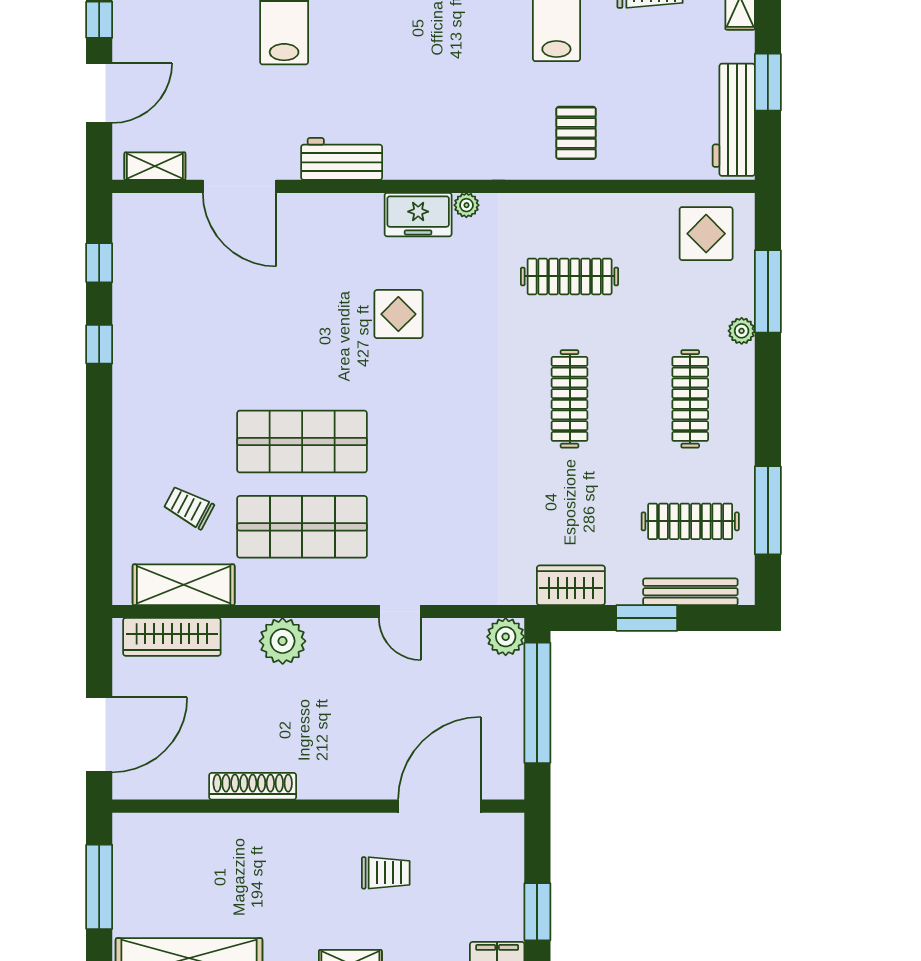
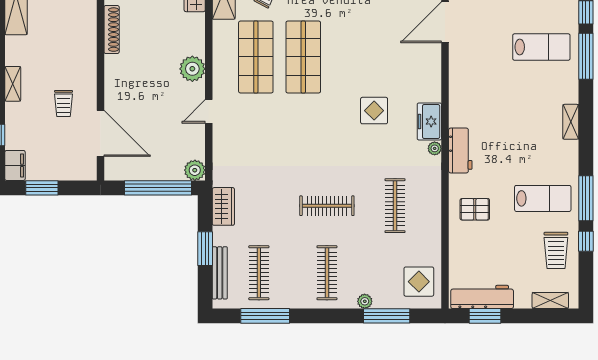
window: (768, 82) -> (485, 316), moved
workbench: (342, 159) -> (460, 151), moved
clothes rail: (690, 399) -> (327, 273), turned 90
plant: (283, 641) -> (192, 69), moved

